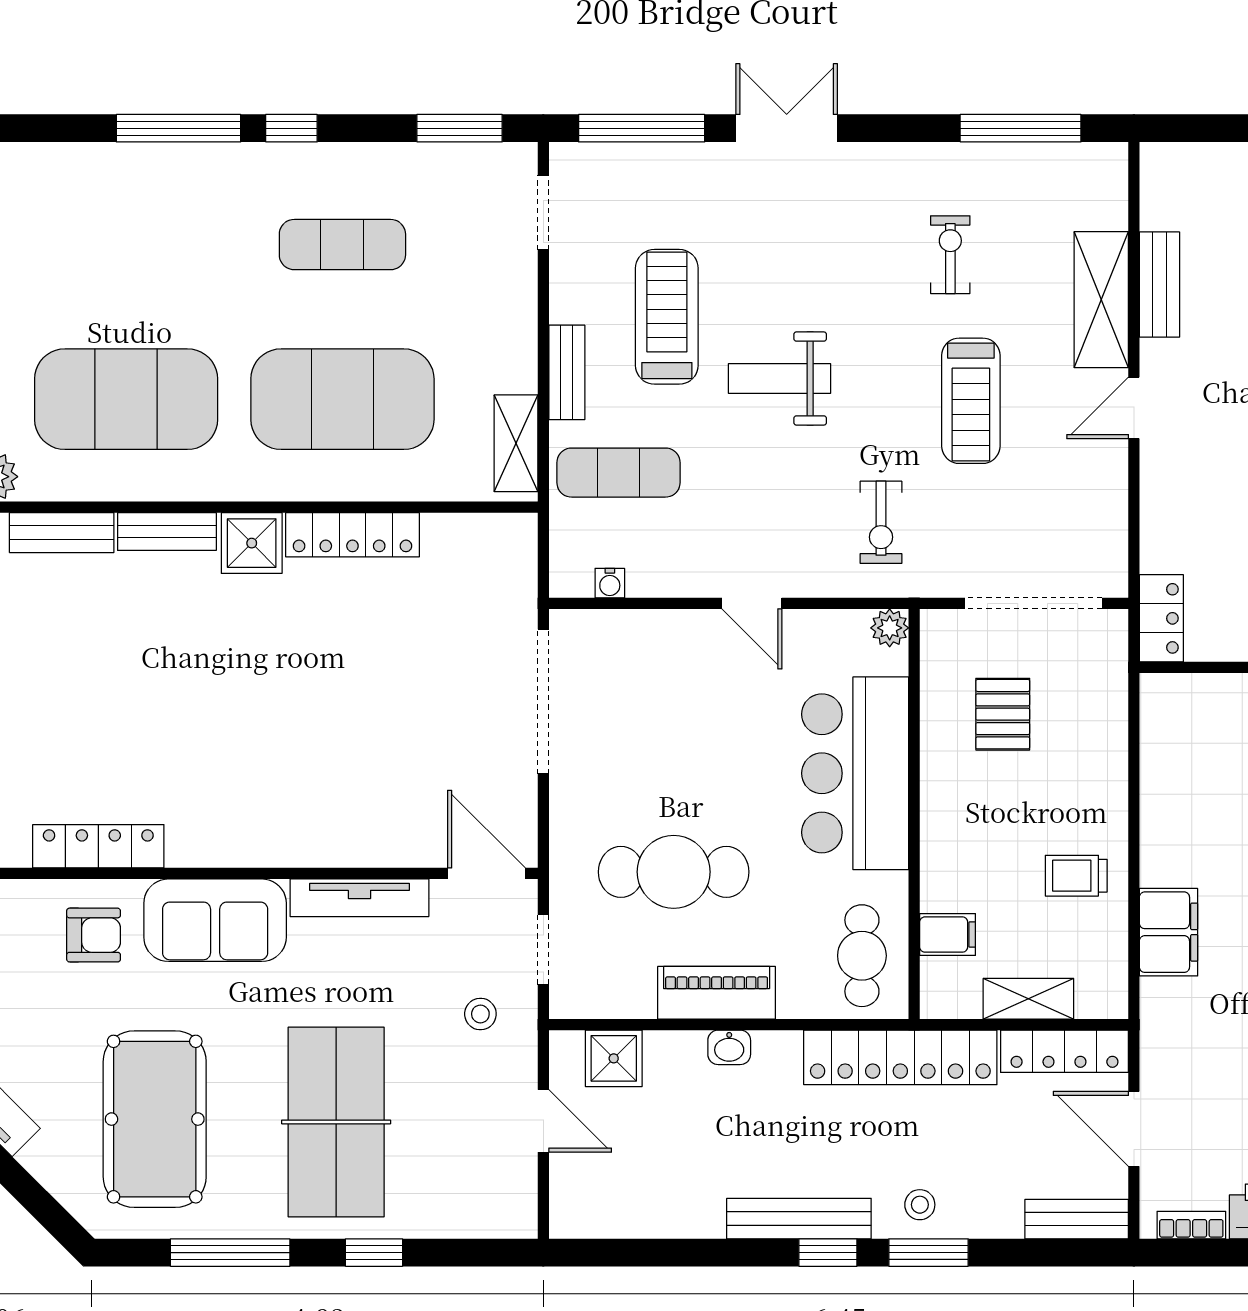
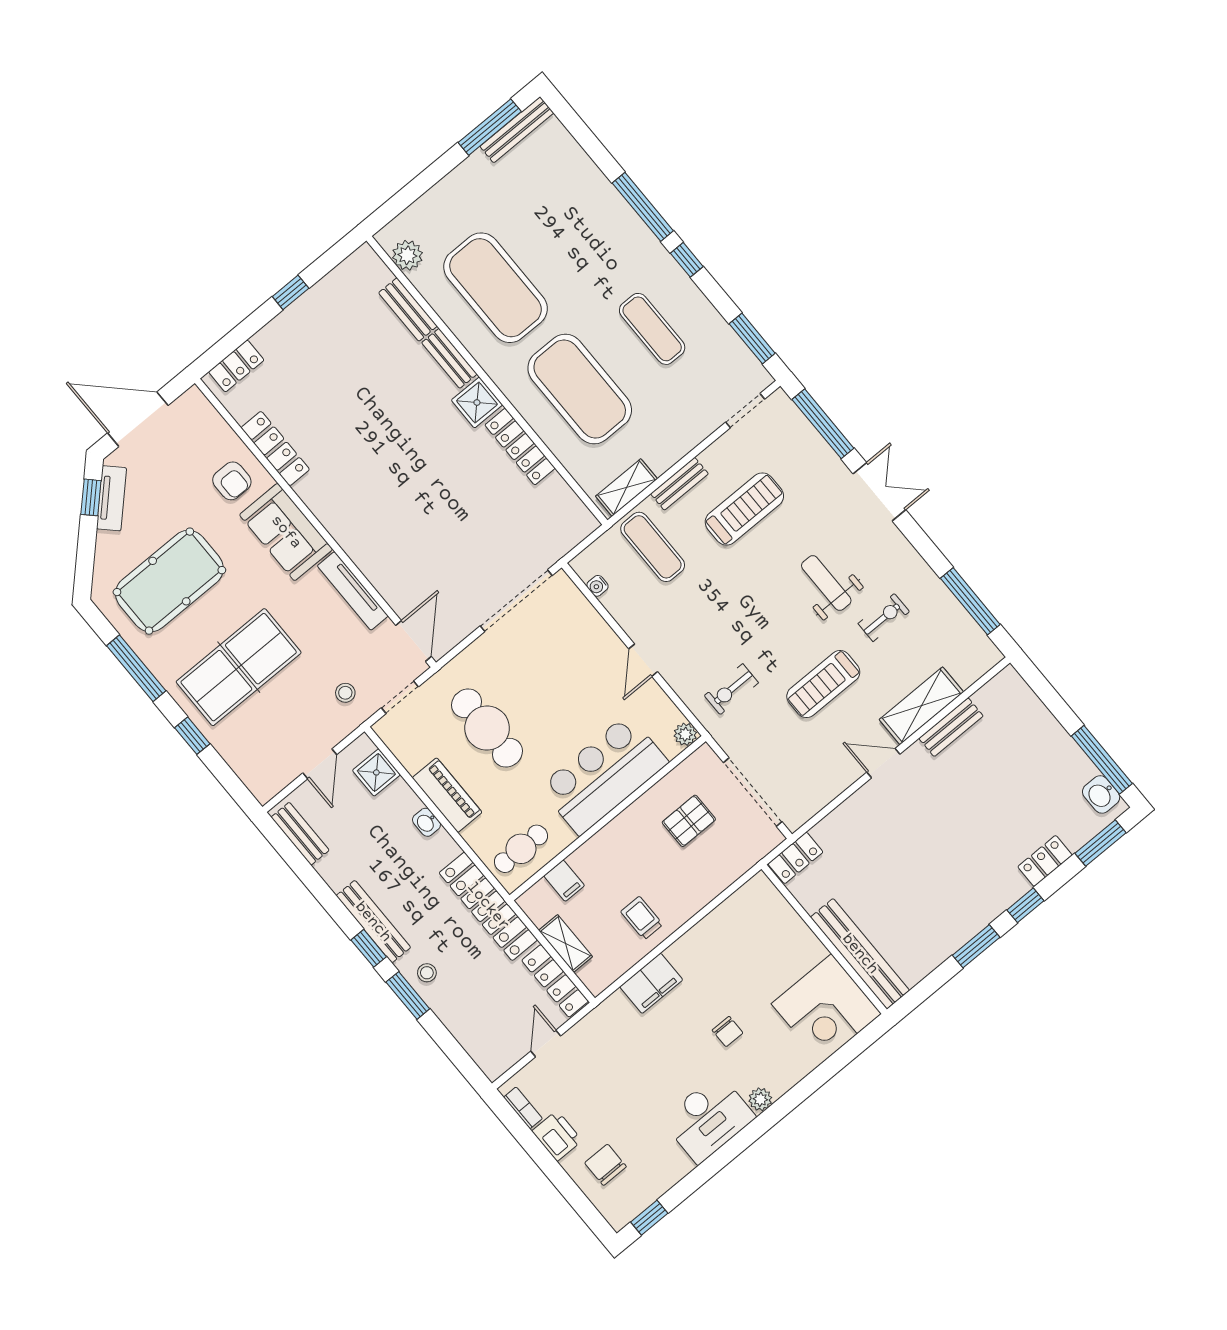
weight bench: (779, 378) -> (826, 583), moved
door: (1134, 1129) -> (546, 1044), width x0.73
bench: (1077, 1219) -> (300, 834), moved

